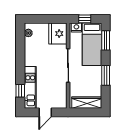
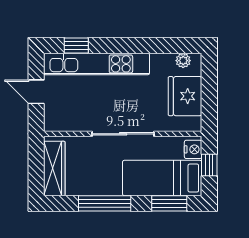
fridge: (58, 34) -> (185, 96), moved, turned -90
window: (106, 75) -> (105, 203), width x1.44
kitchen unit: (30, 87) -> (97, 64), width x1.36

